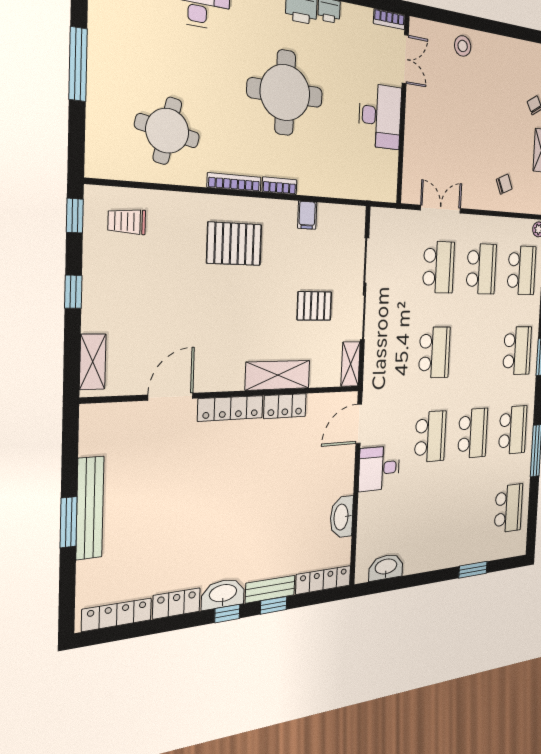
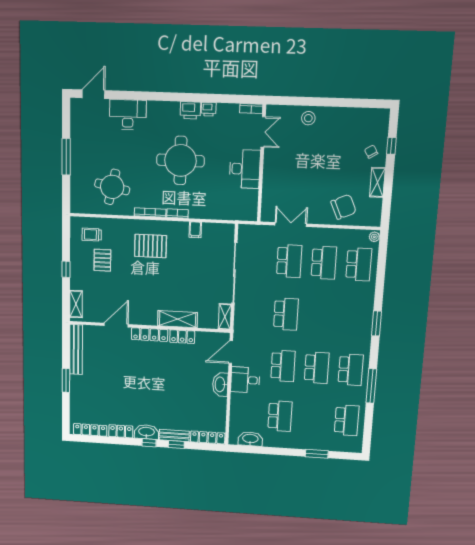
chair: (504, 184) -> (344, 207), width x1.87, depth x1.87
window: (75, 216) -> (66, 232), removed
pallet: (314, 306) -> (102, 260), moved, turned 90
school desk: (517, 351) -> (280, 416), moved
bench: (90, 508) -> (76, 349), moved
washbasin: (342, 517) -> (220, 384), moved

